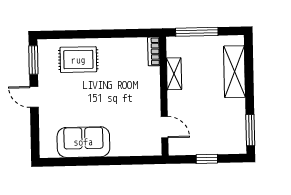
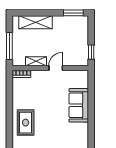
door: (165, 127) -> (56, 68), moved
sofa: (83, 142) -> (79, 105), moved
window: (207, 159) -> (91, 52), moved

